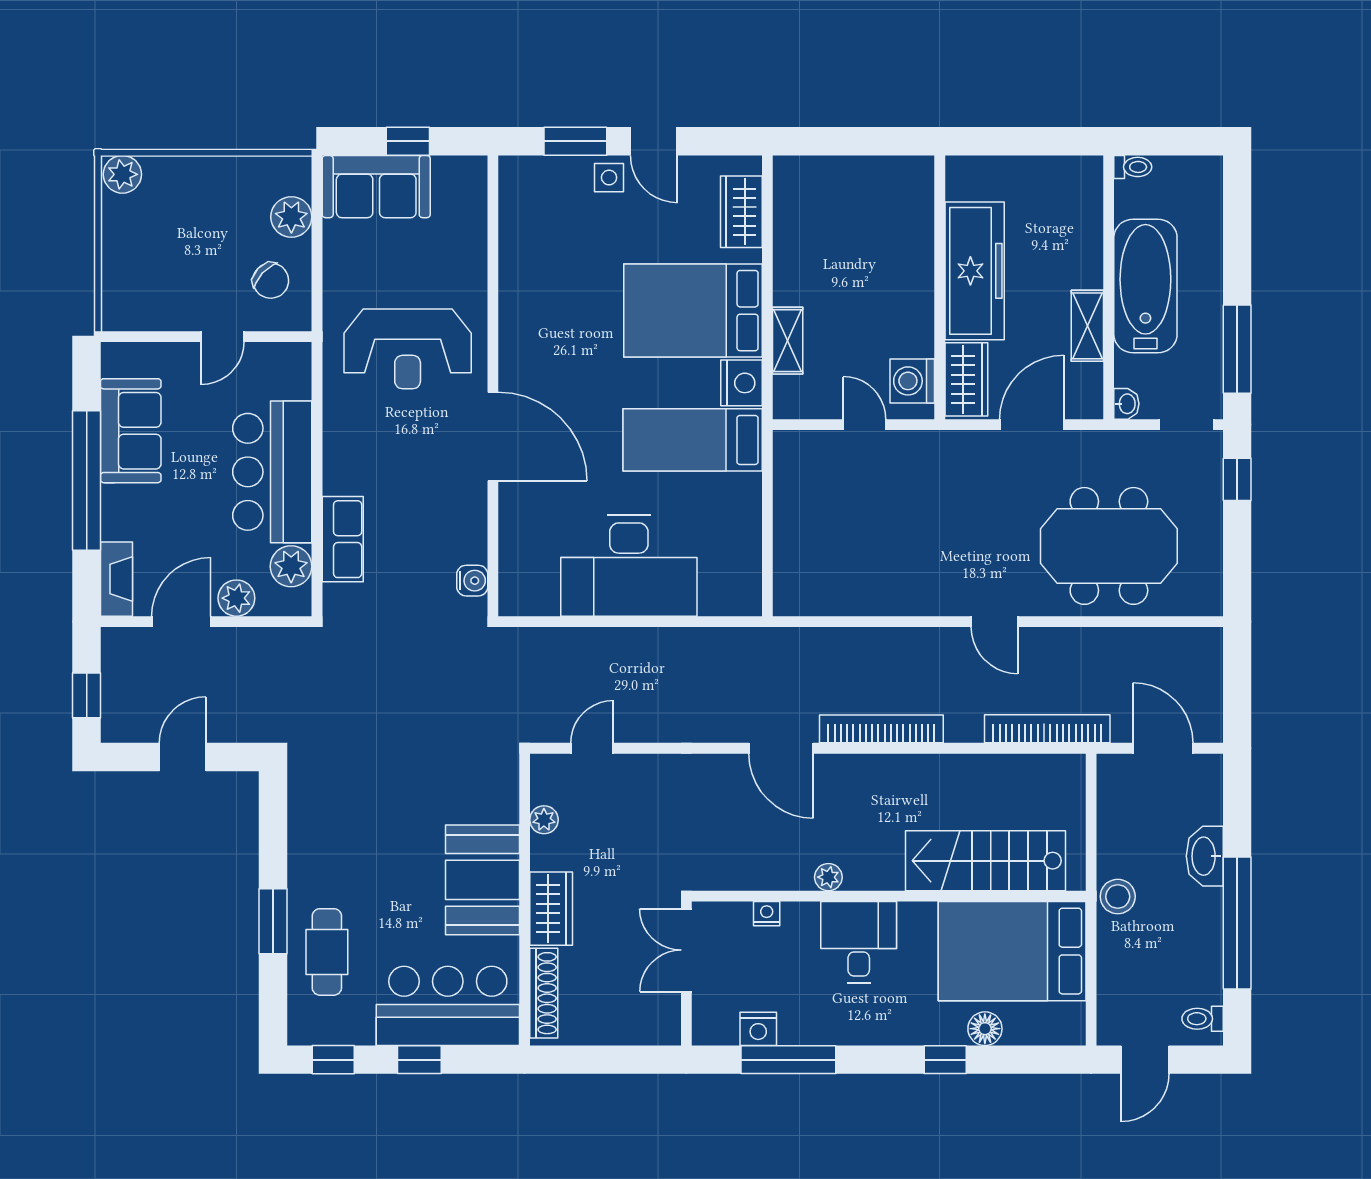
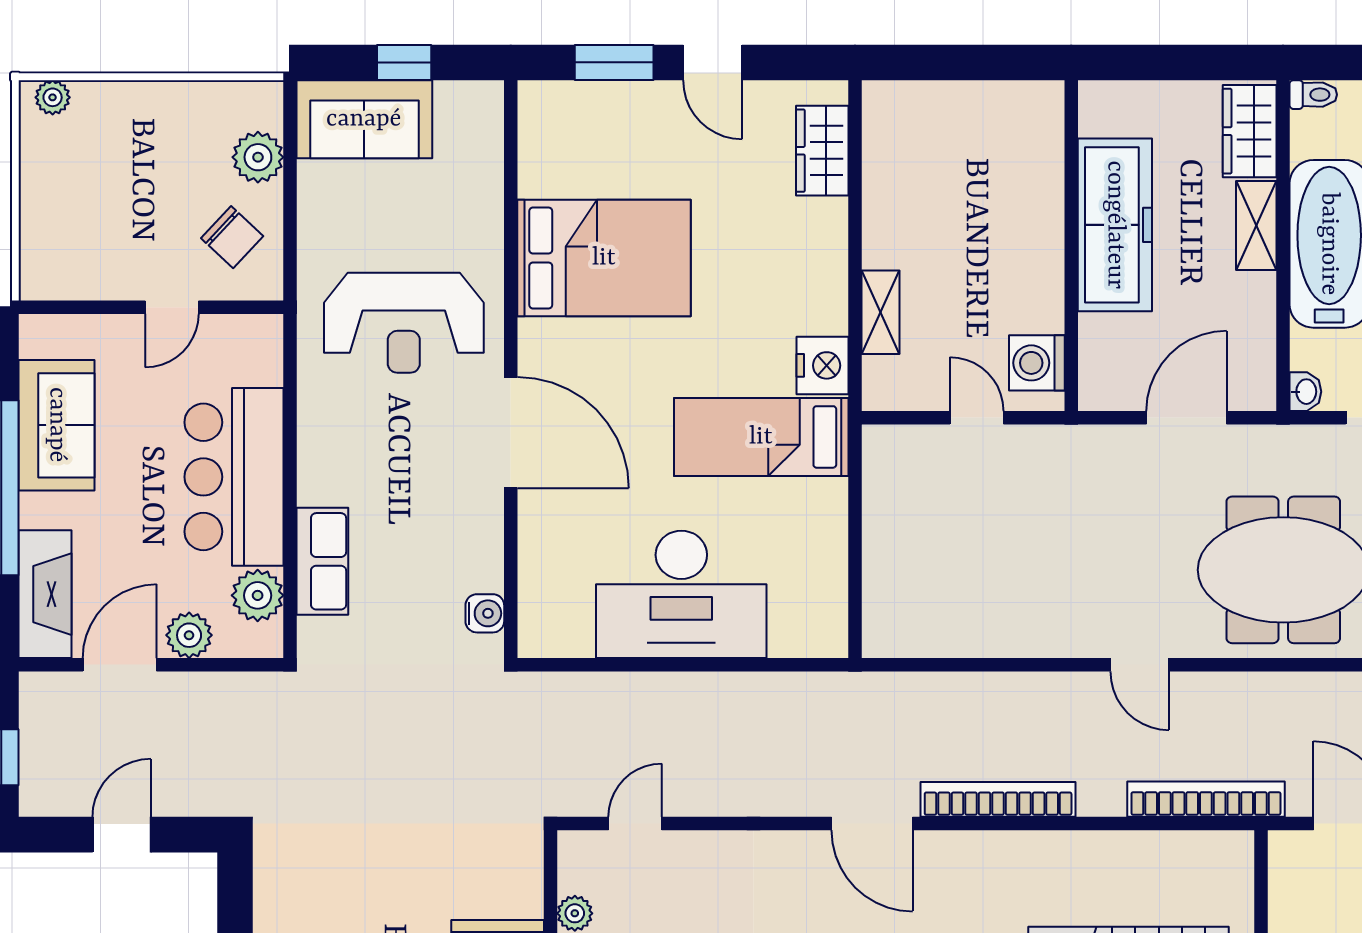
plant: (122, 174) -> (53, 97), width x0.73, depth x0.73
side table: (609, 178) -> (656, 108), removed
bed: (693, 311) -> (604, 258), moved, turned 180
shelving: (1087, 326) -> (1256, 225), moved
wardrobe: (966, 379) -> (1250, 131), moved, turned 180
fireplace: (117, 579) -> (45, 594), width x1.37, depth x1.32

